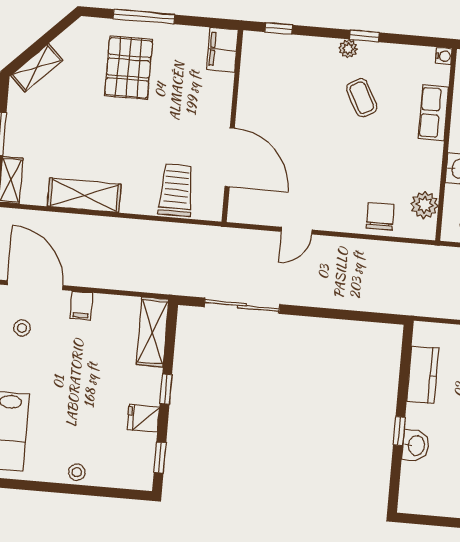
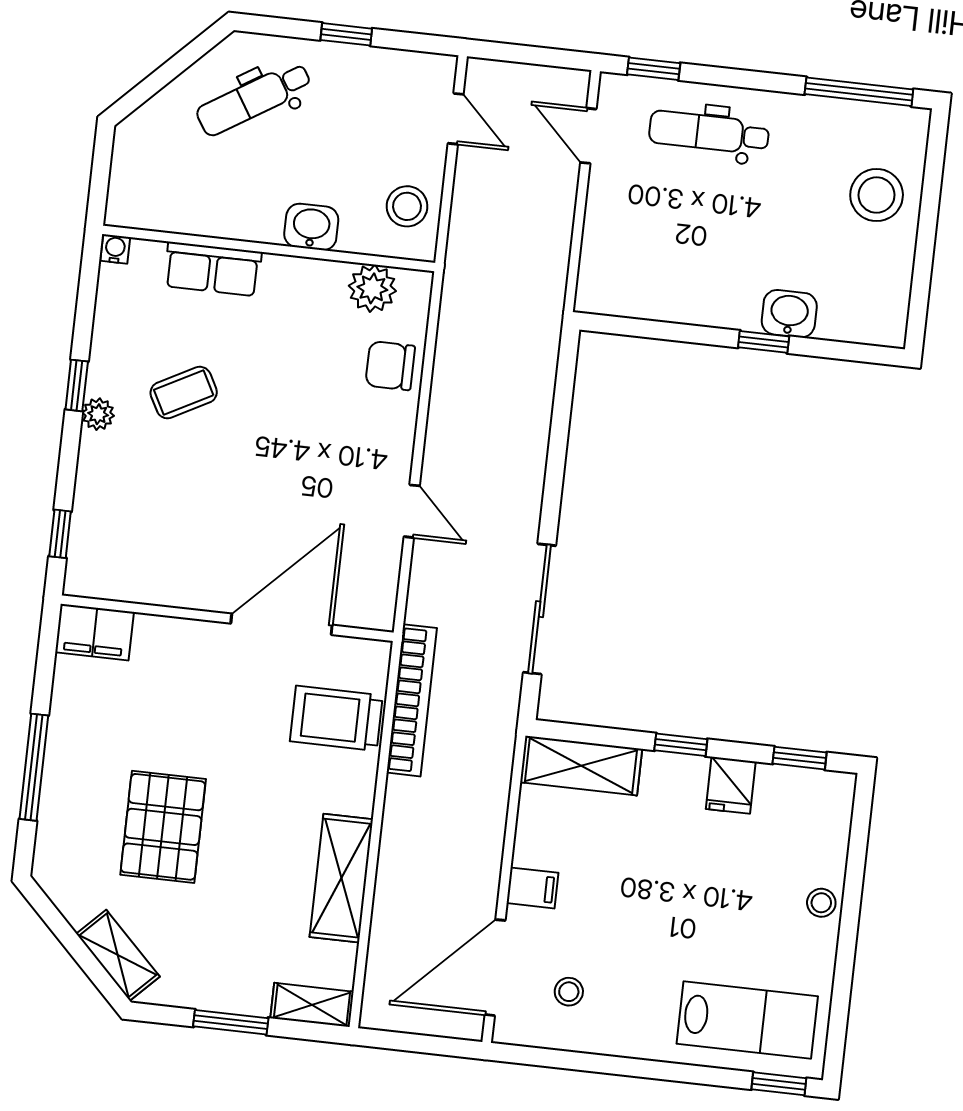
pallet: (129, 68) -> (163, 827), moved, turned 90
bookcase: (188, 233) -> (412, 700), added
kitchen counter: (423, 375) -> (667, 298), removed

